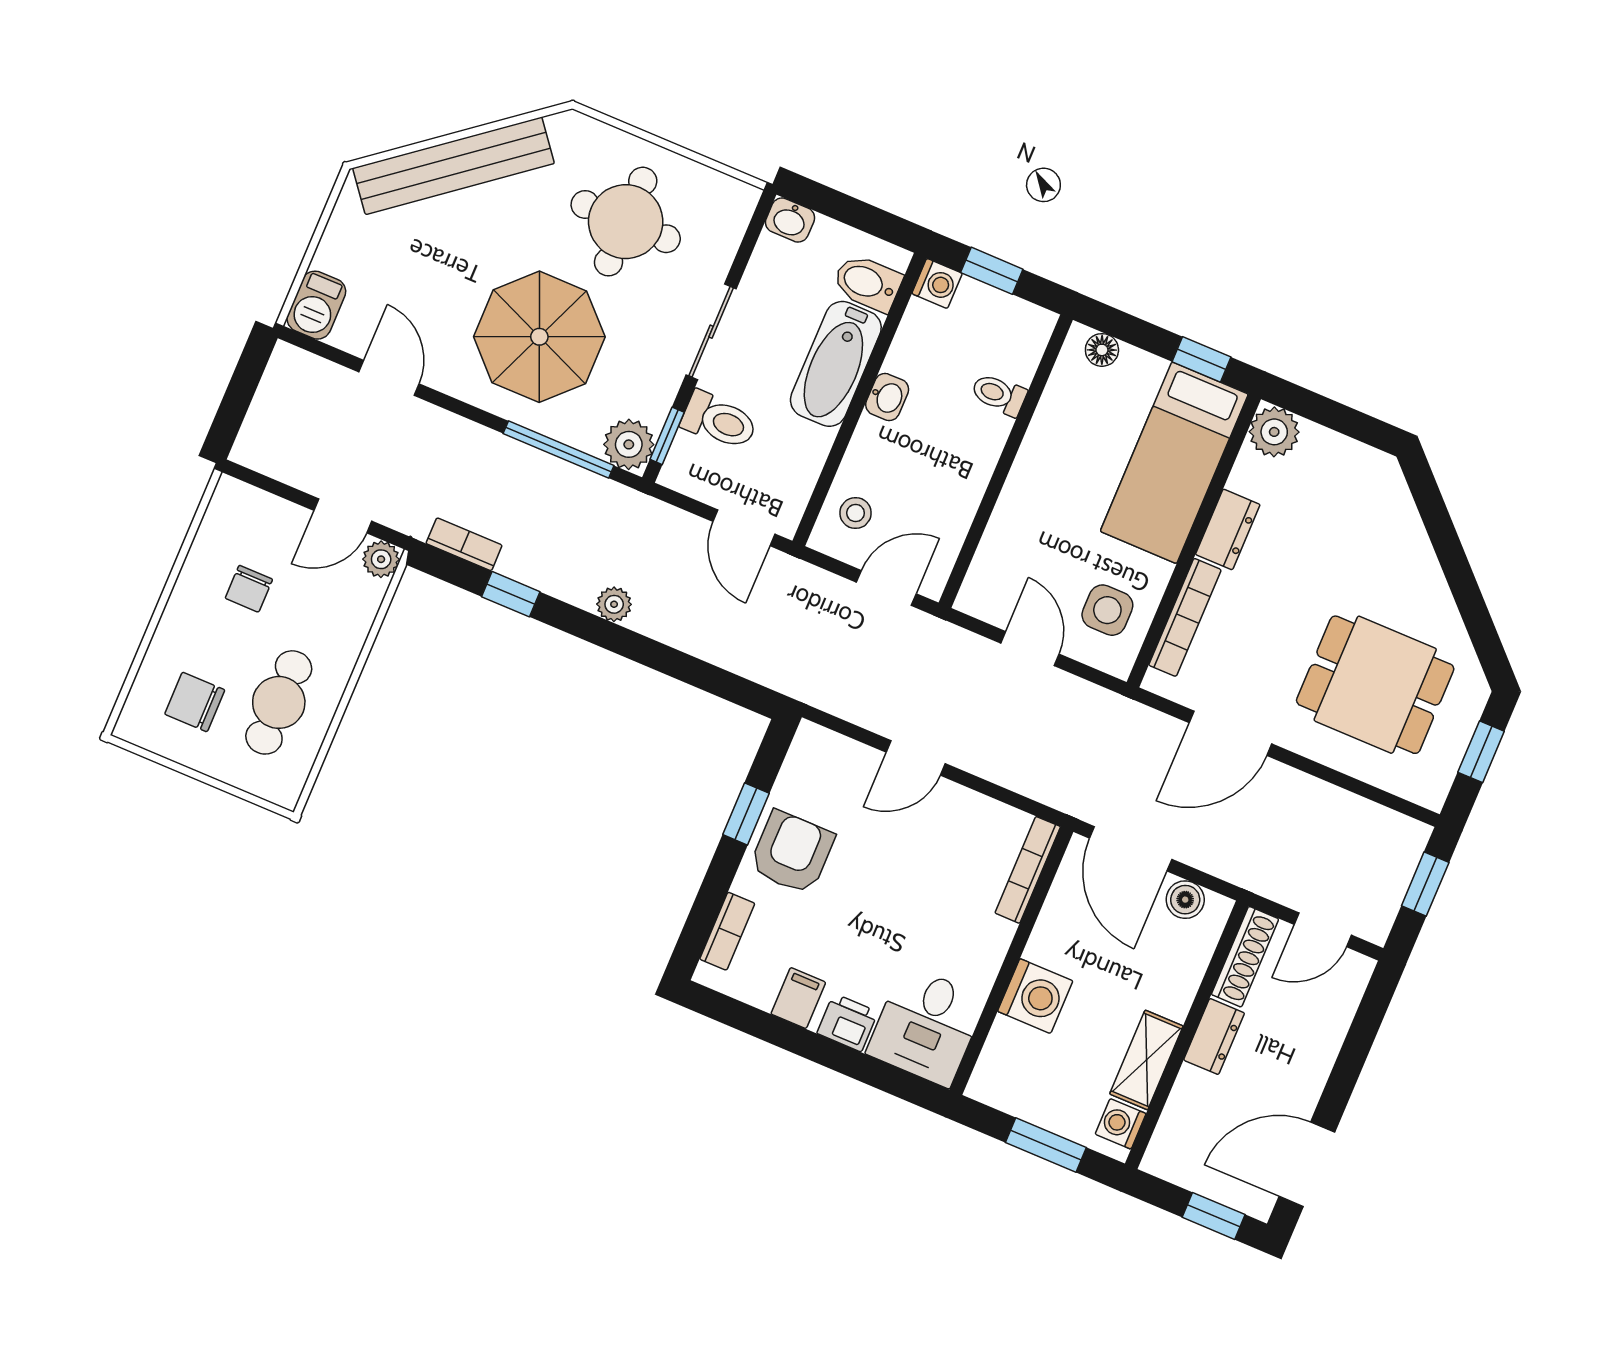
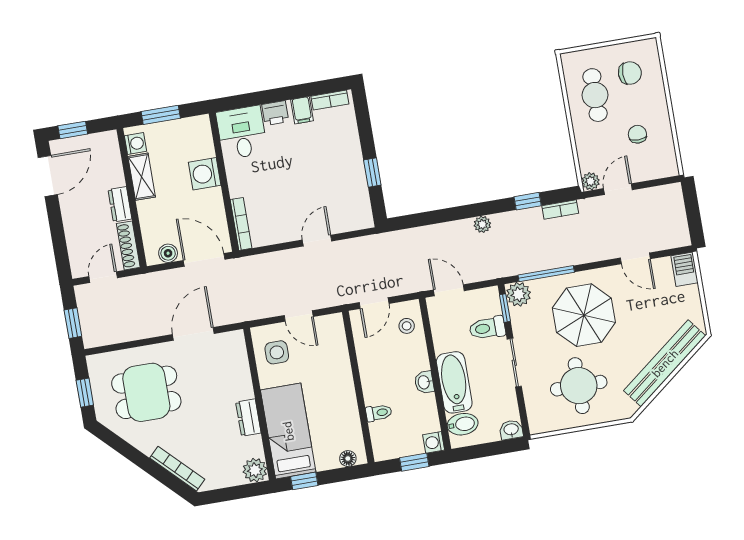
bookcase: (1185, 617) -> (177, 469), moved, turned 135
armchair: (792, 852) -> (343, 169), removed
bookcase: (727, 931) -> (330, 100), moved, turned -90

